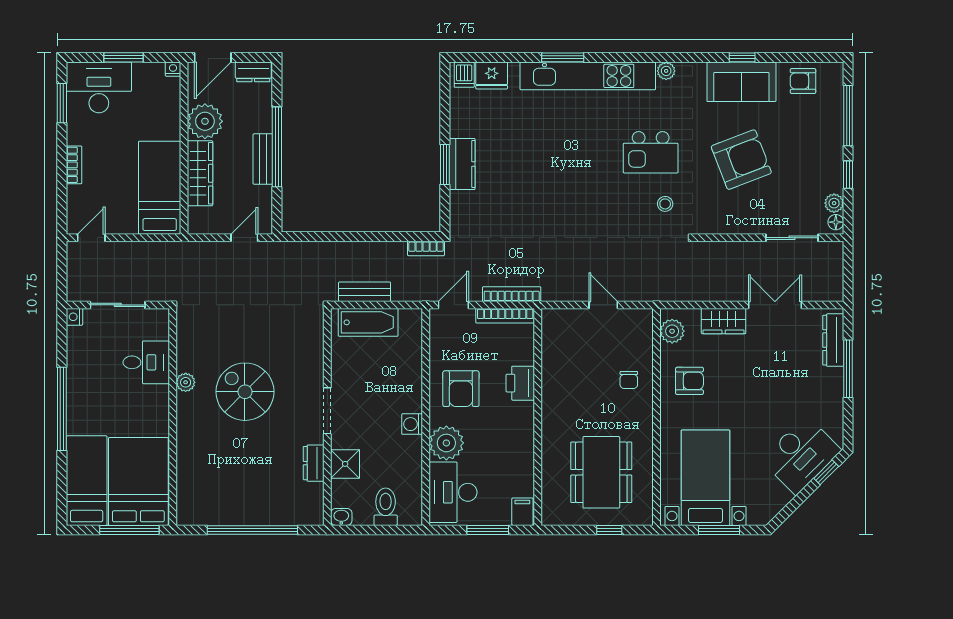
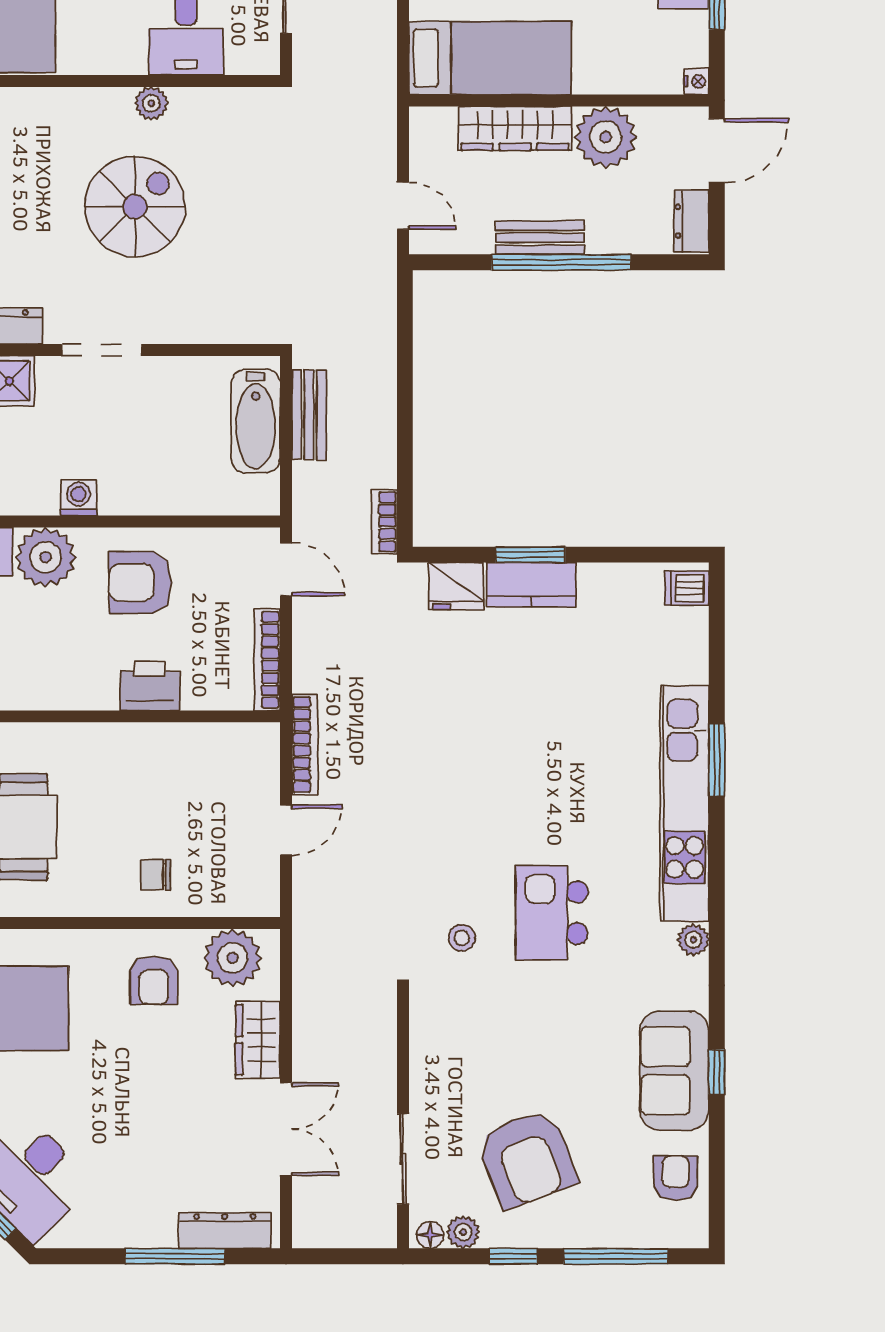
door: (213, 57) -> (717, 151), swing flipped
fridge: (492, 75) -> (456, 586), moved, turned -90
armchair: (741, 160) -> (527, 1159), moved
bookcase: (512, 294) -> (305, 745), moved
plant: (672, 331) -> (233, 958), width x1.36, depth x1.36

